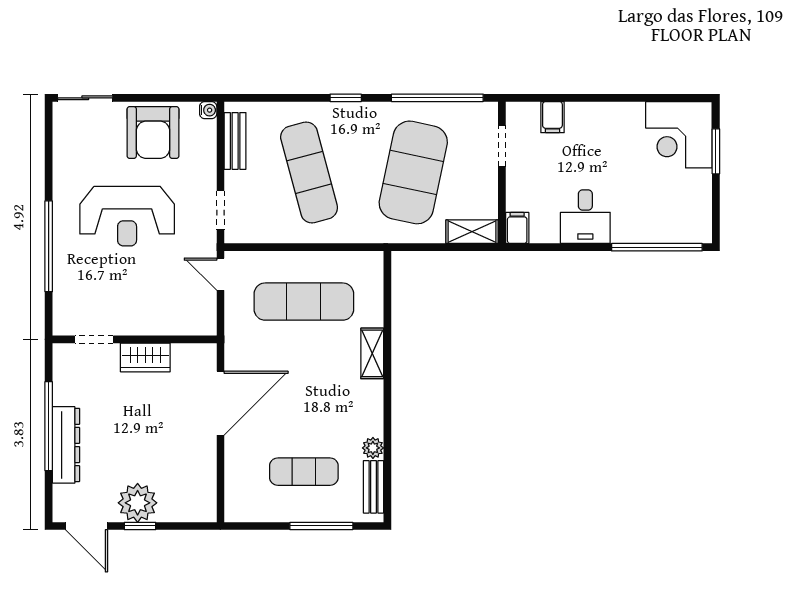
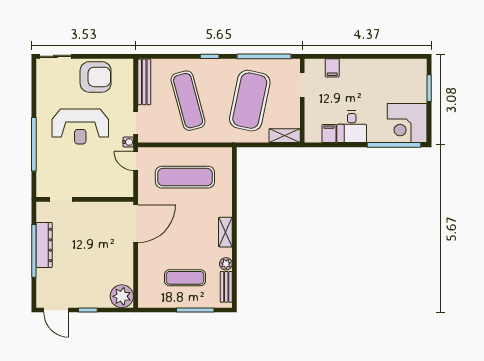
water cooler: (208, 110) -> (128, 142), moved
armchair: (153, 133) -> (96, 77), turned -90
corner desk: (679, 135) -> (407, 123), moved
bench: (235, 141) -> (144, 82), width x1.36
filing cabinet: (517, 228) -> (329, 133), moved
shelving: (372, 353) -> (225, 232), moved
wardrobe: (145, 357) -> (91, 210), removed
door: (220, 403) -> (136, 224), moved
dresser: (66, 445) -> (44, 245), moved
plant: (138, 503) -> (122, 296), moved

